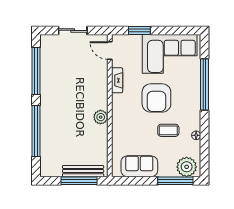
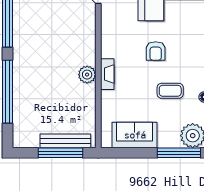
fireplace: (117, 80) -> (107, 74), moved
armchair: (156, 98) -> (156, 51), width x0.53, depth x0.53

